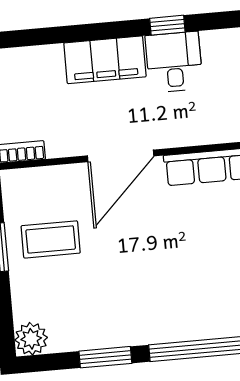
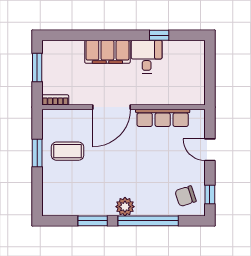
window: (167, 25) -> (159, 35), moved
plant: (31, 339) -> (125, 207), moved

